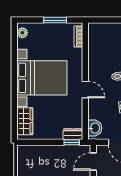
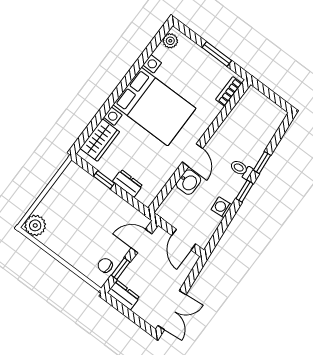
washbasin: (95, 128) -> (189, 182), moved
dresser: (73, 134) -> (128, 183), moved
window: (72, 142) -> (104, 180), moved

